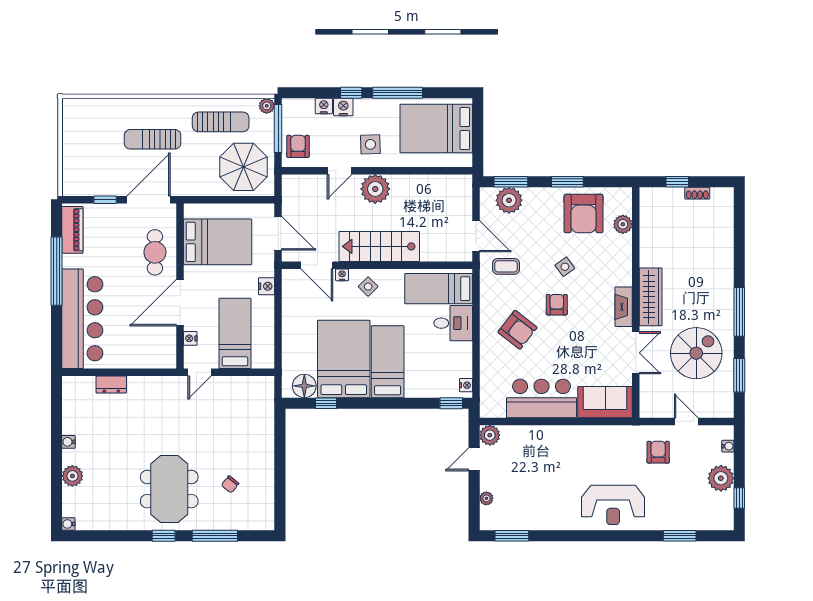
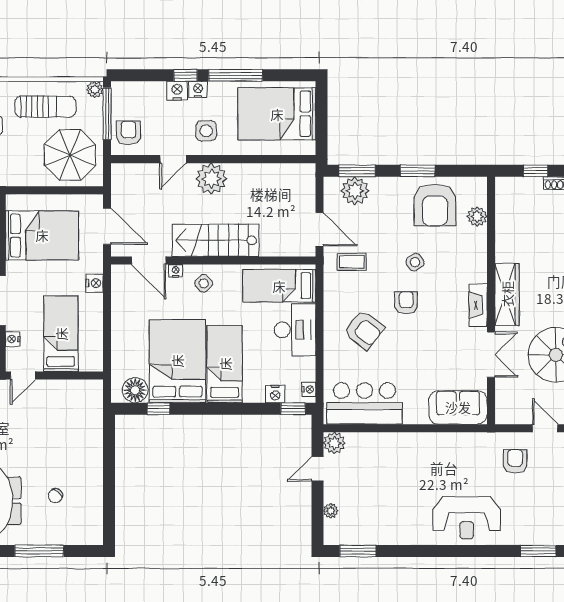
nightstand: (324, 106) -> (198, 90), moved
desk: (453, 323) -> (295, 330), width x1.37
nightstand: (435, 390) -> (275, 394), added
bar counter: (542, 398) -> (364, 403), moved

